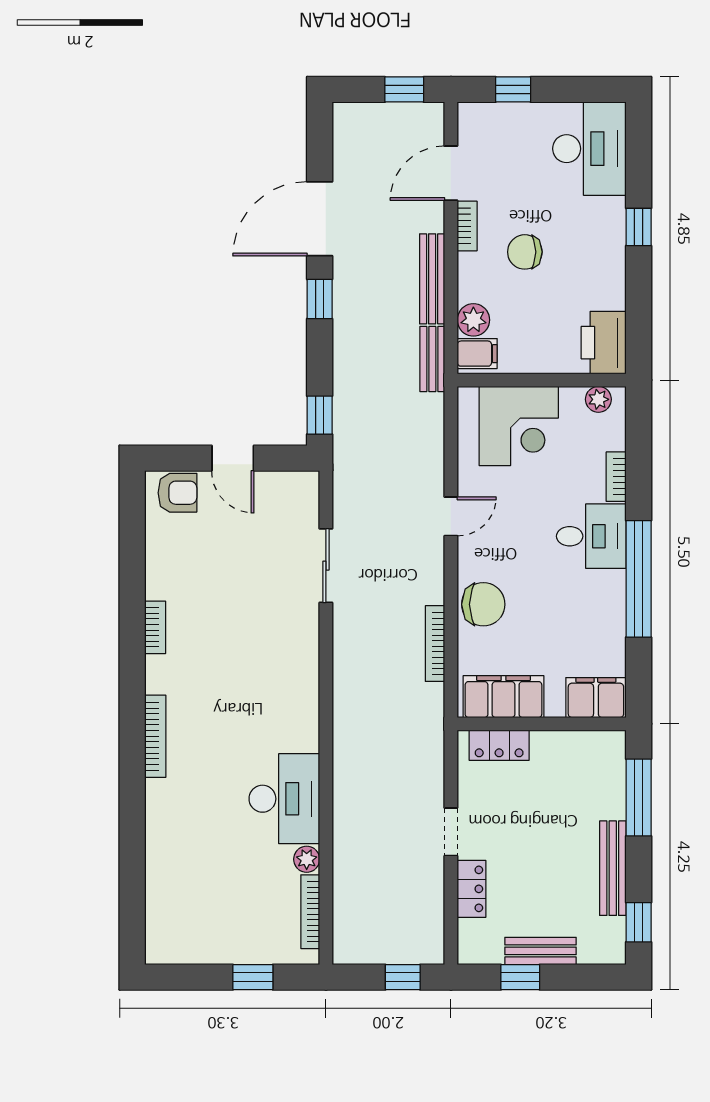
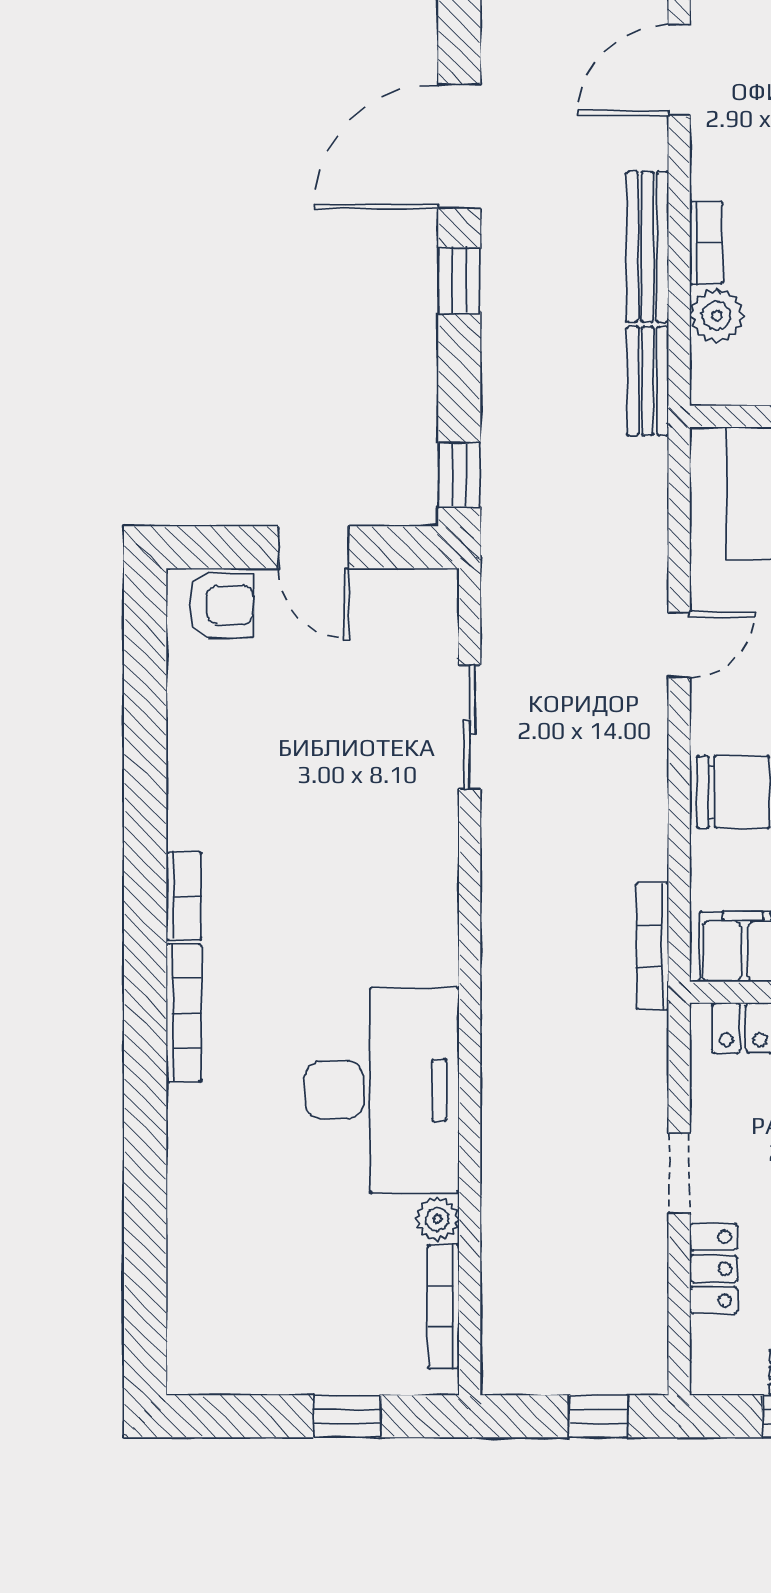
bookcase: (467, 226) -> (706, 243), moved
filing cabinet: (477, 354) -> (723, 372), removed
bookcase: (155, 627) -> (184, 896), moved
bookcase: (435, 644) -> (652, 946), moved
desk: (284, 799) -> (382, 1090), width x1.36, depth x1.30

